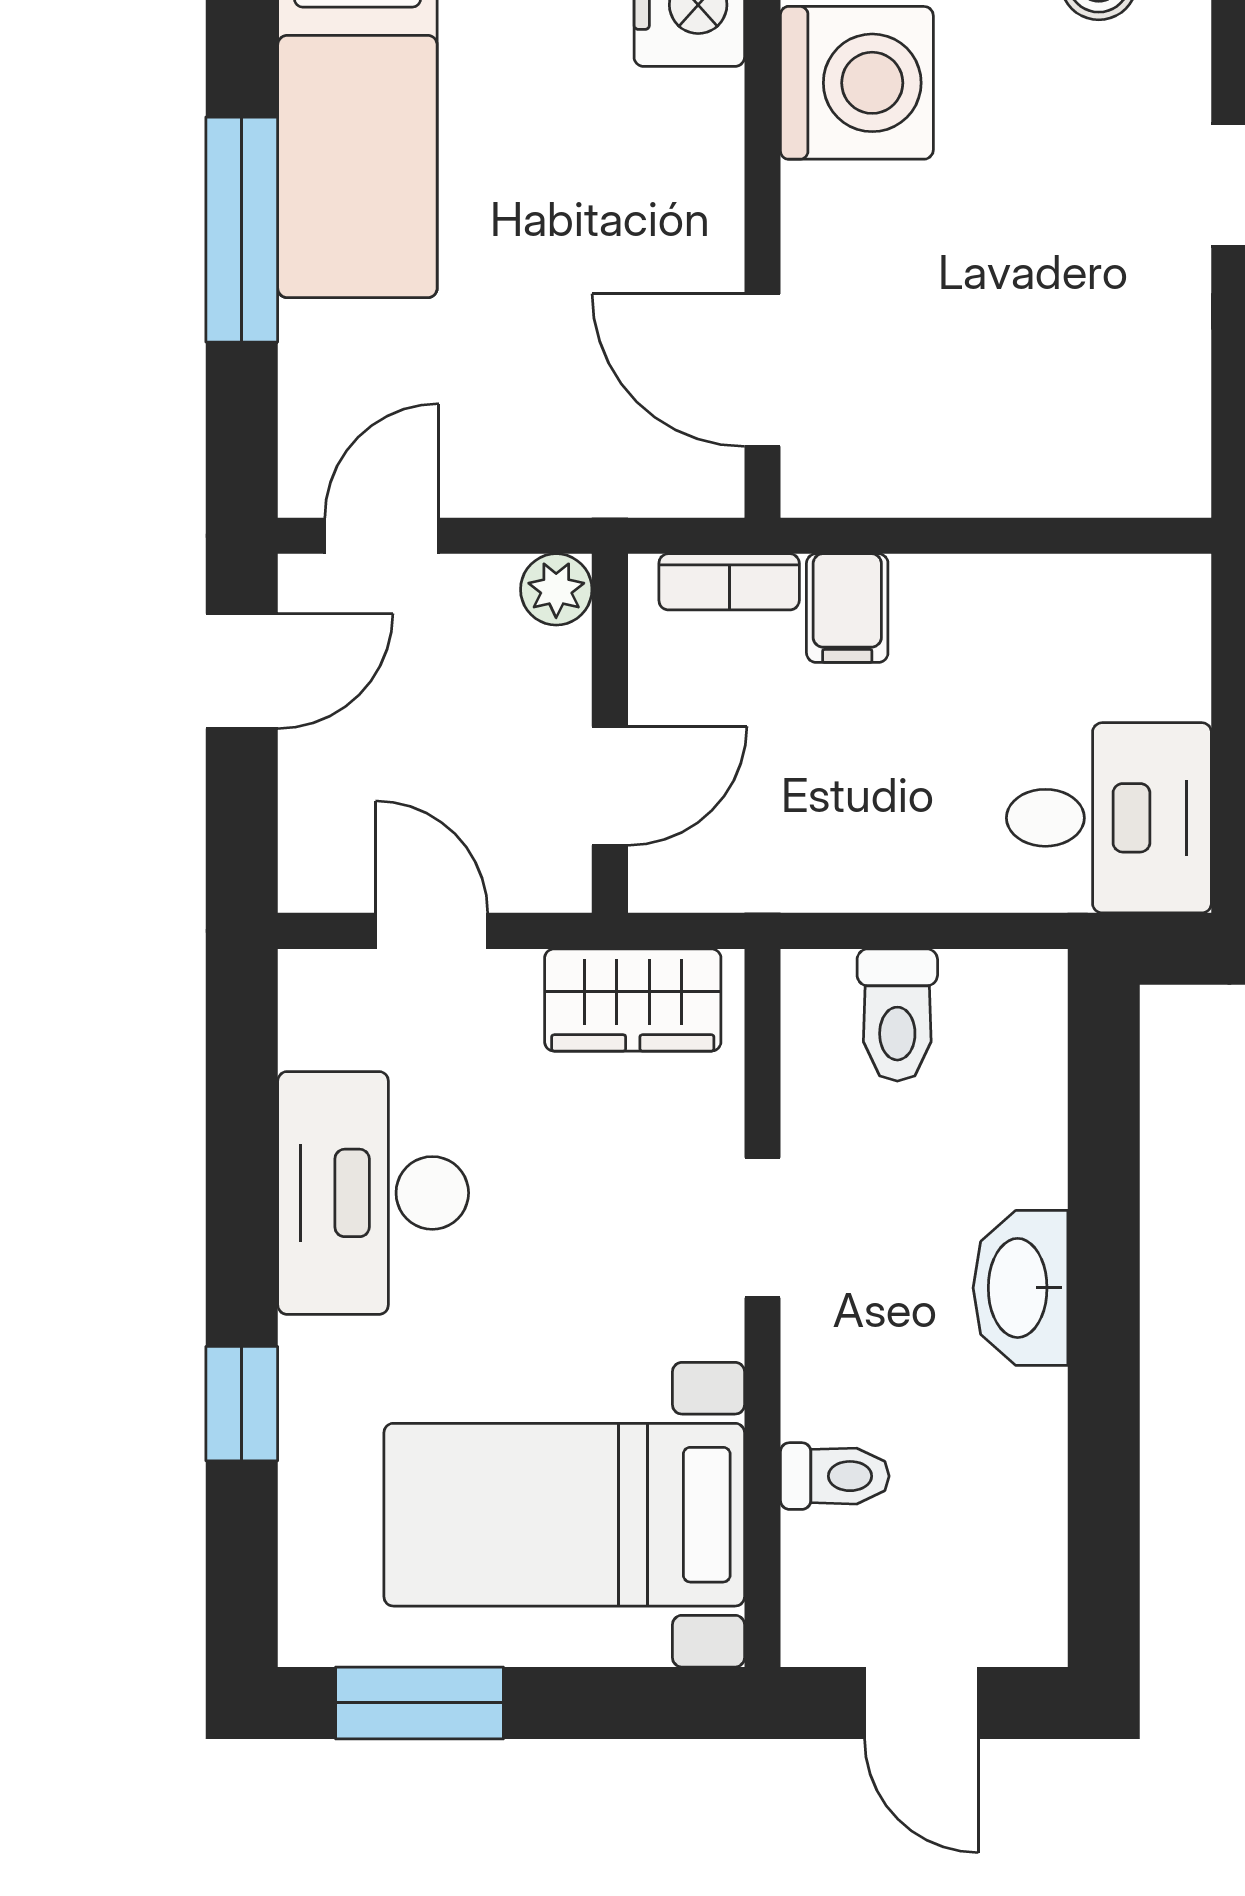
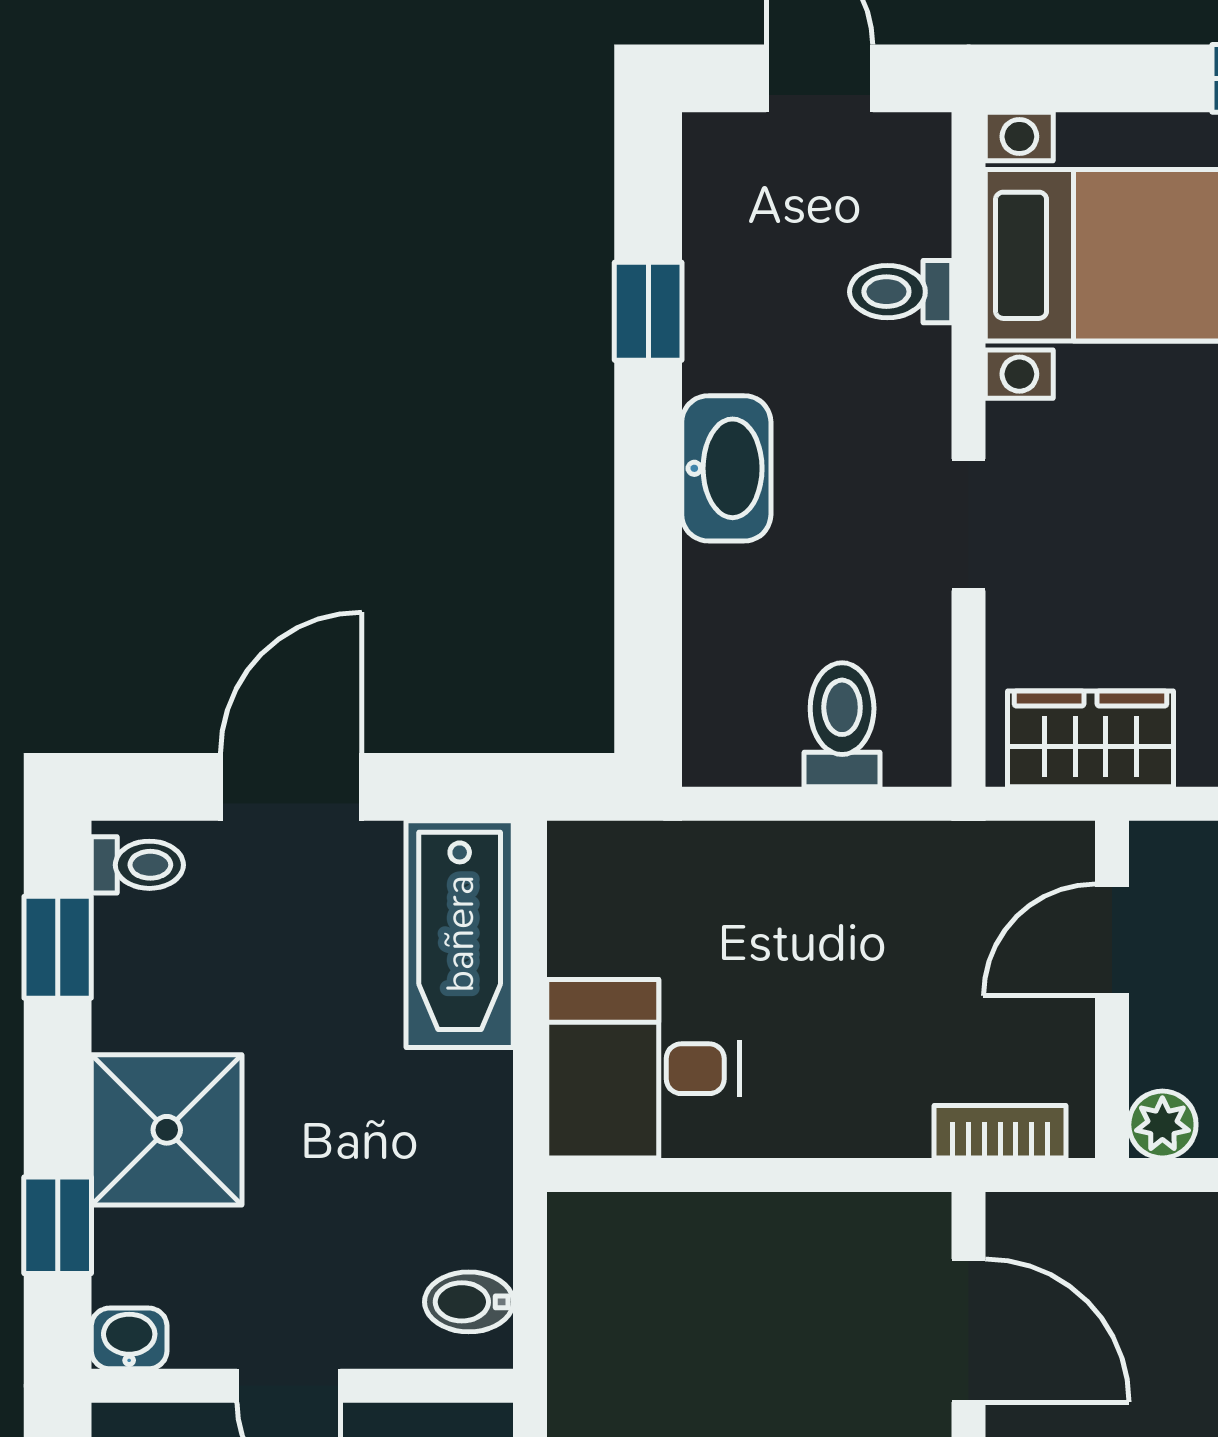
filing cabinet: (847, 608) -> (889, 1107), removed
desk: (1109, 818) -> (643, 1069), moved
window: (1104, 1455) -> (648, 311), added

